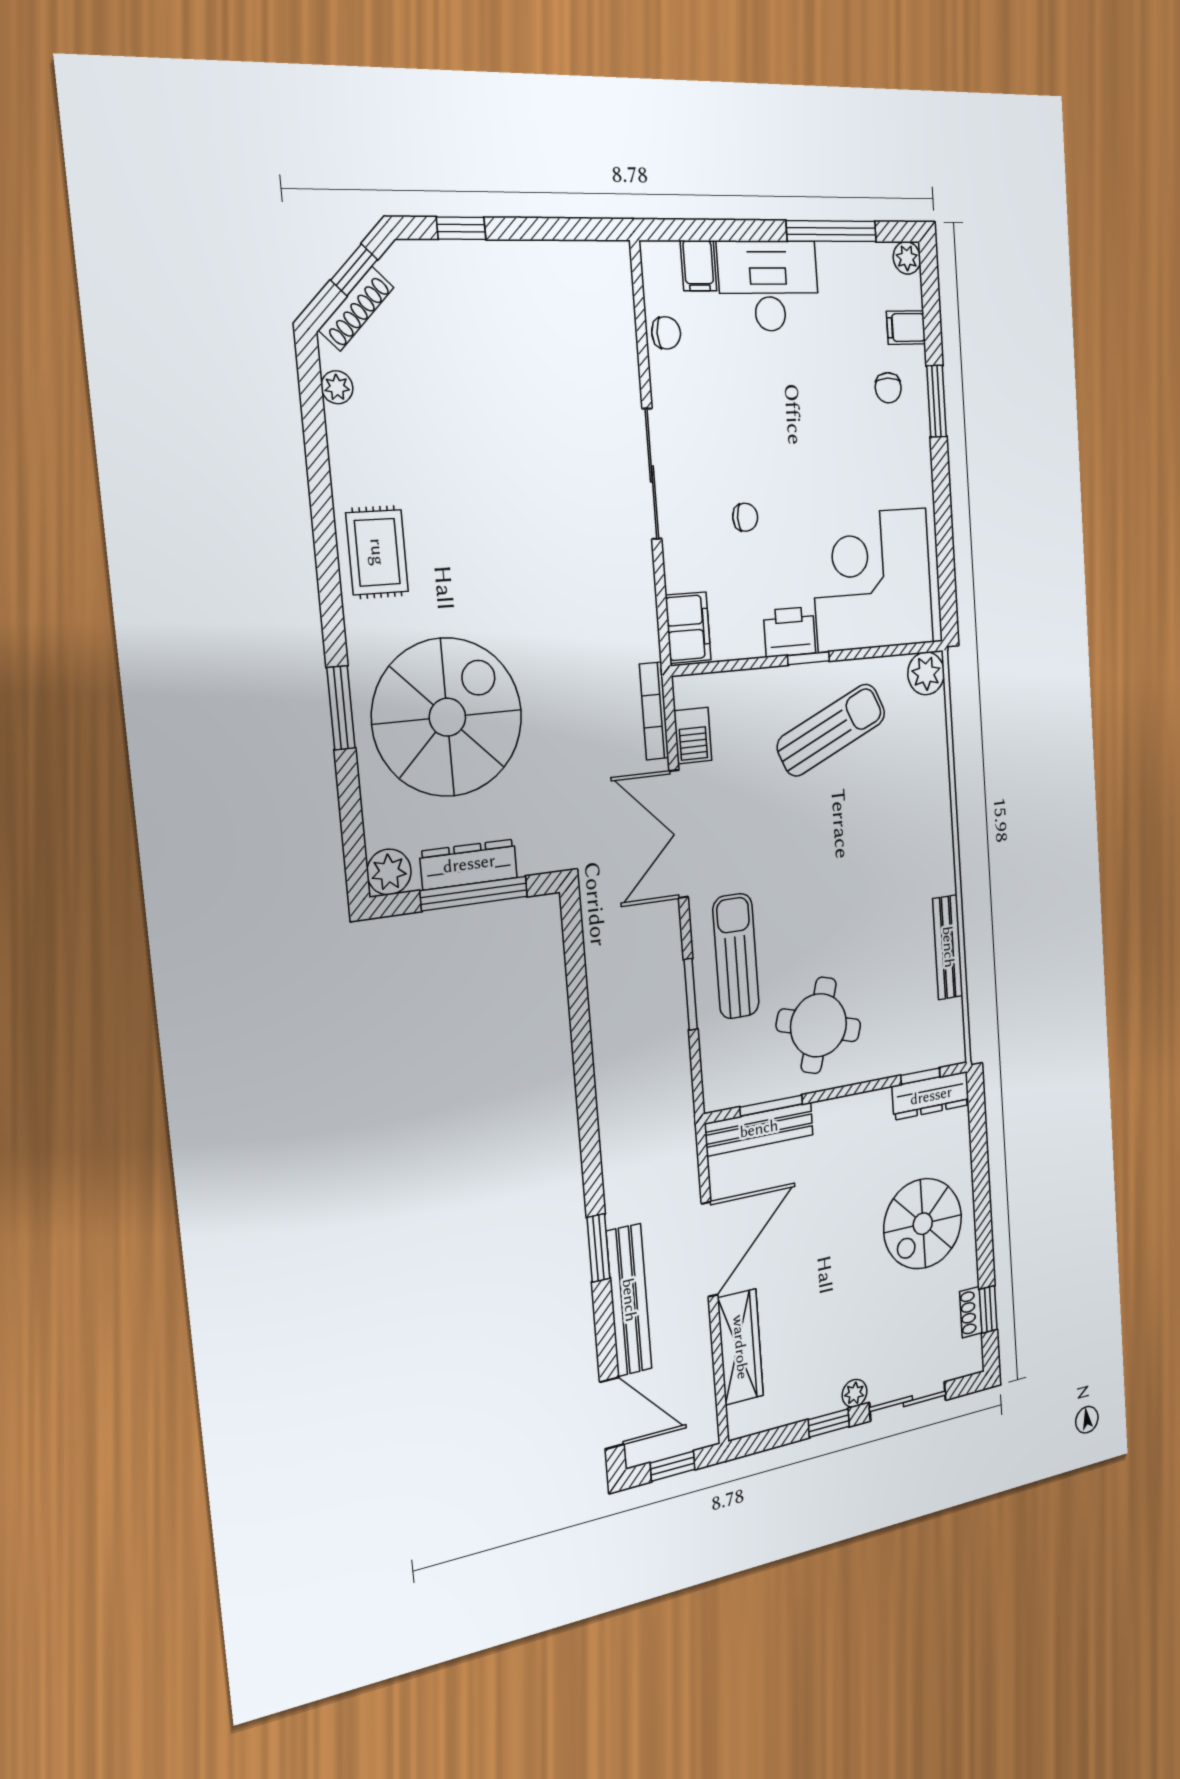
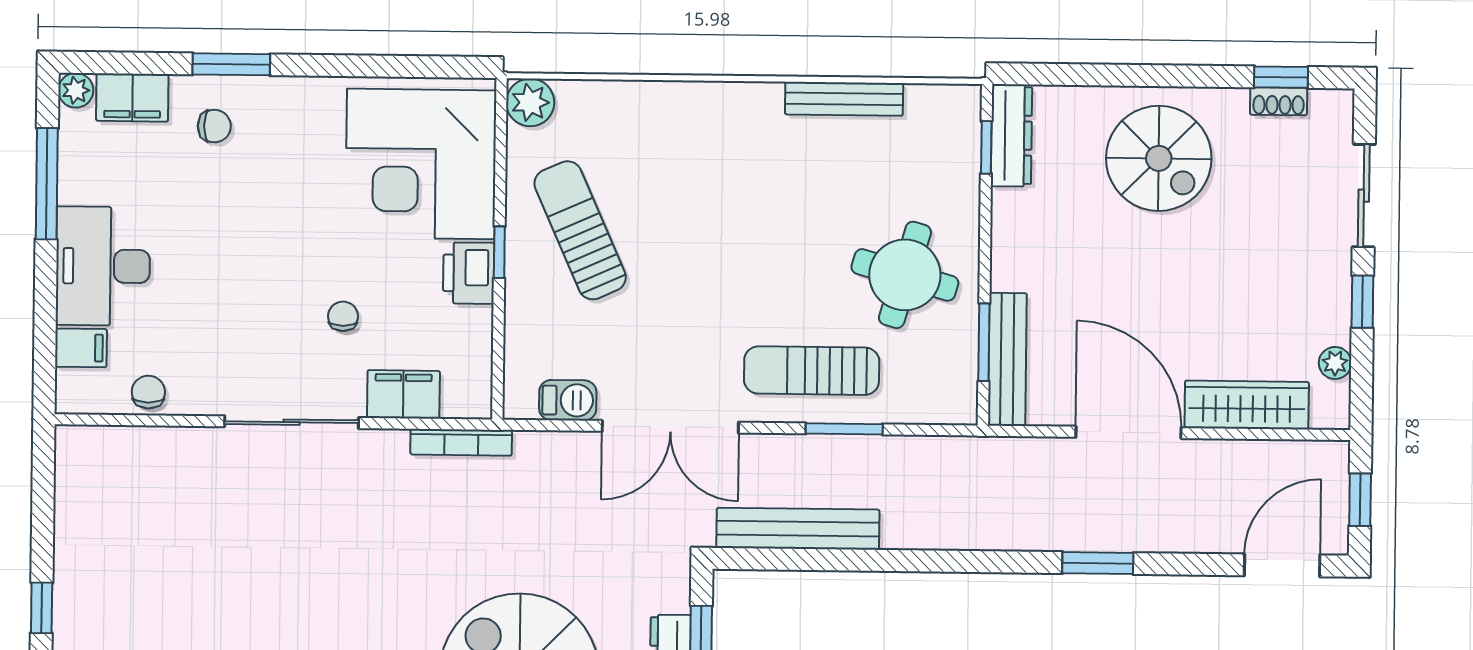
filing cabinet: (906, 327) -> (132, 97), width x2.00
filing cabinet: (688, 628) -> (403, 394), moved
bookcase: (654, 711) -> (461, 442), moved
bench: (629, 1300) -> (798, 529), moved
plant: (854, 1393) -> (1335, 363), moved

